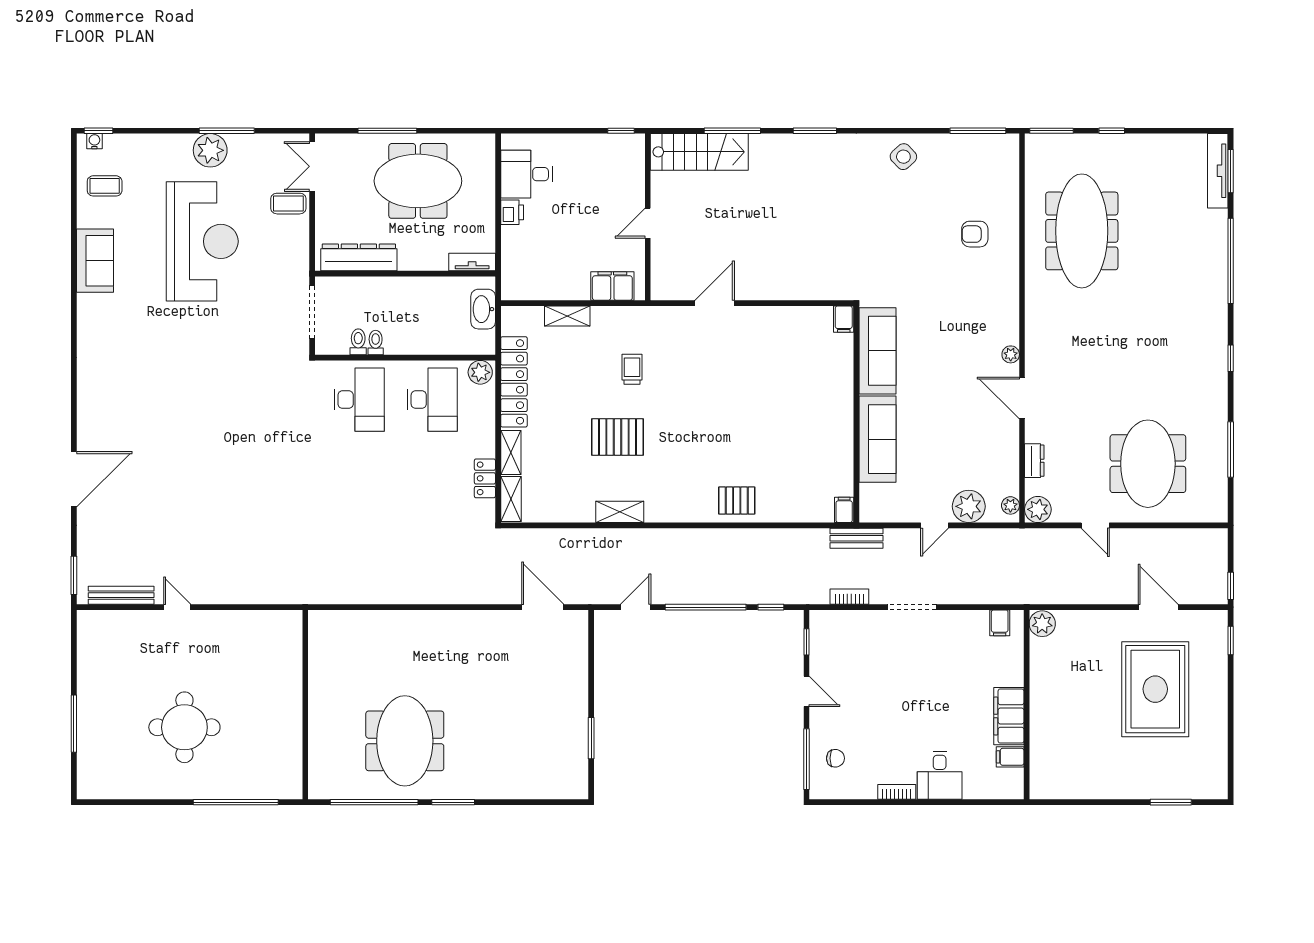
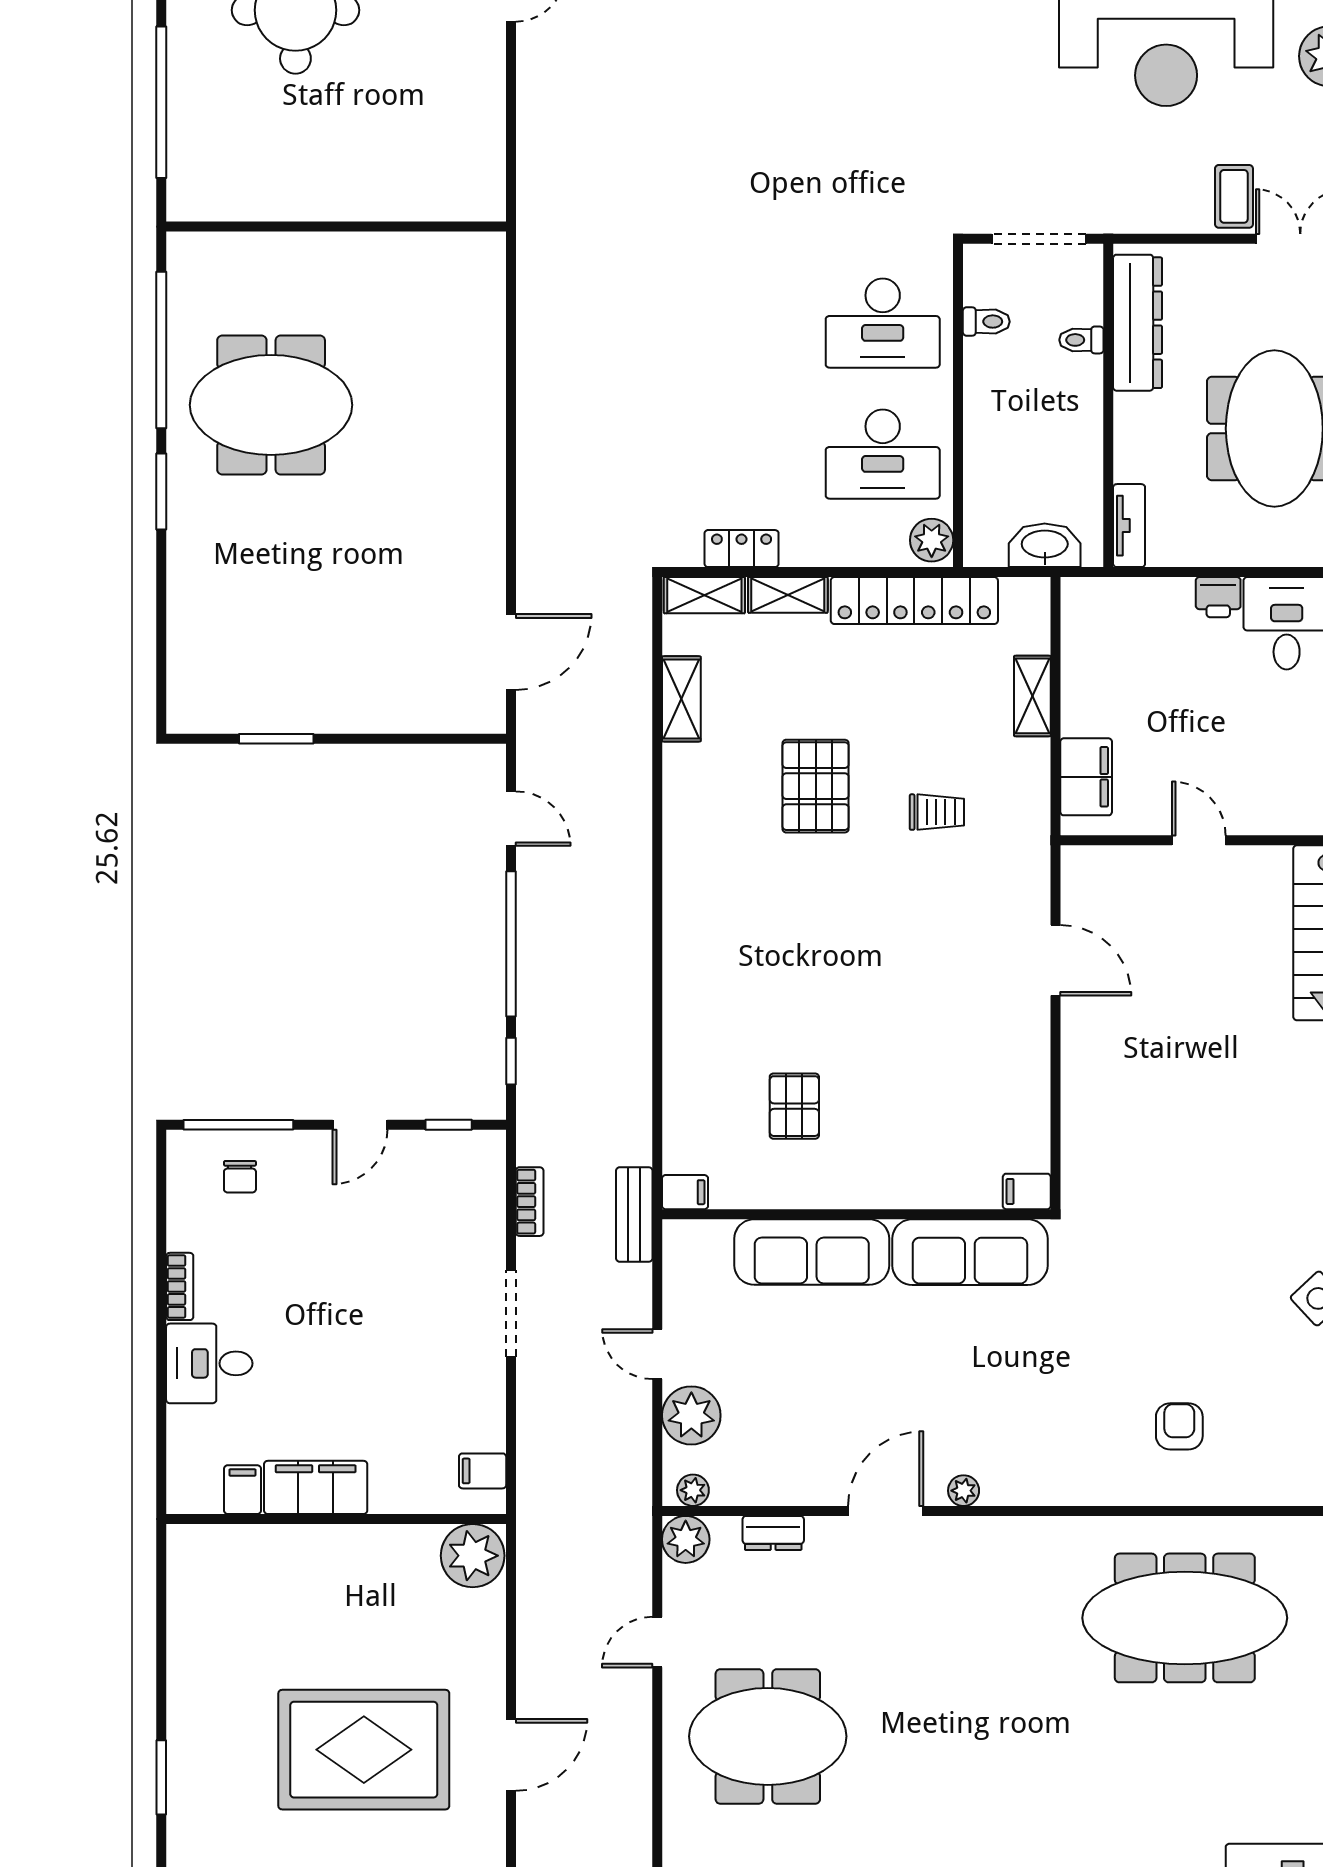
toilet: (376, 343) -> (1081, 340), moved, turned 180
pallet: (737, 501) -> (794, 1106), moved
shelving: (620, 512) -> (681, 699), moved
plant: (1042, 624) -> (473, 1556), width x1.36, depth x1.36

